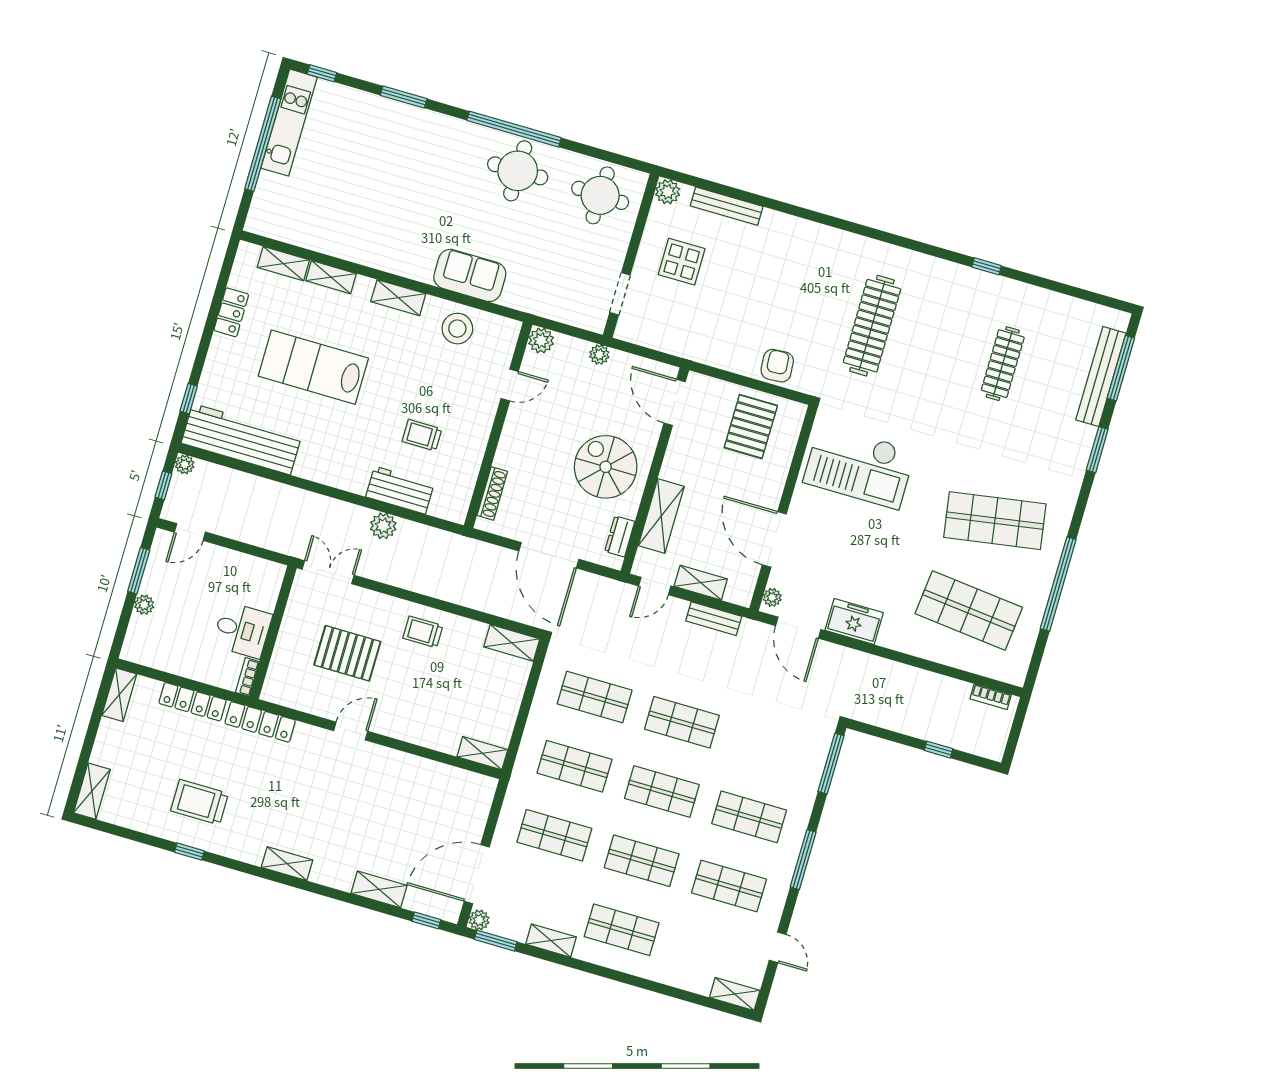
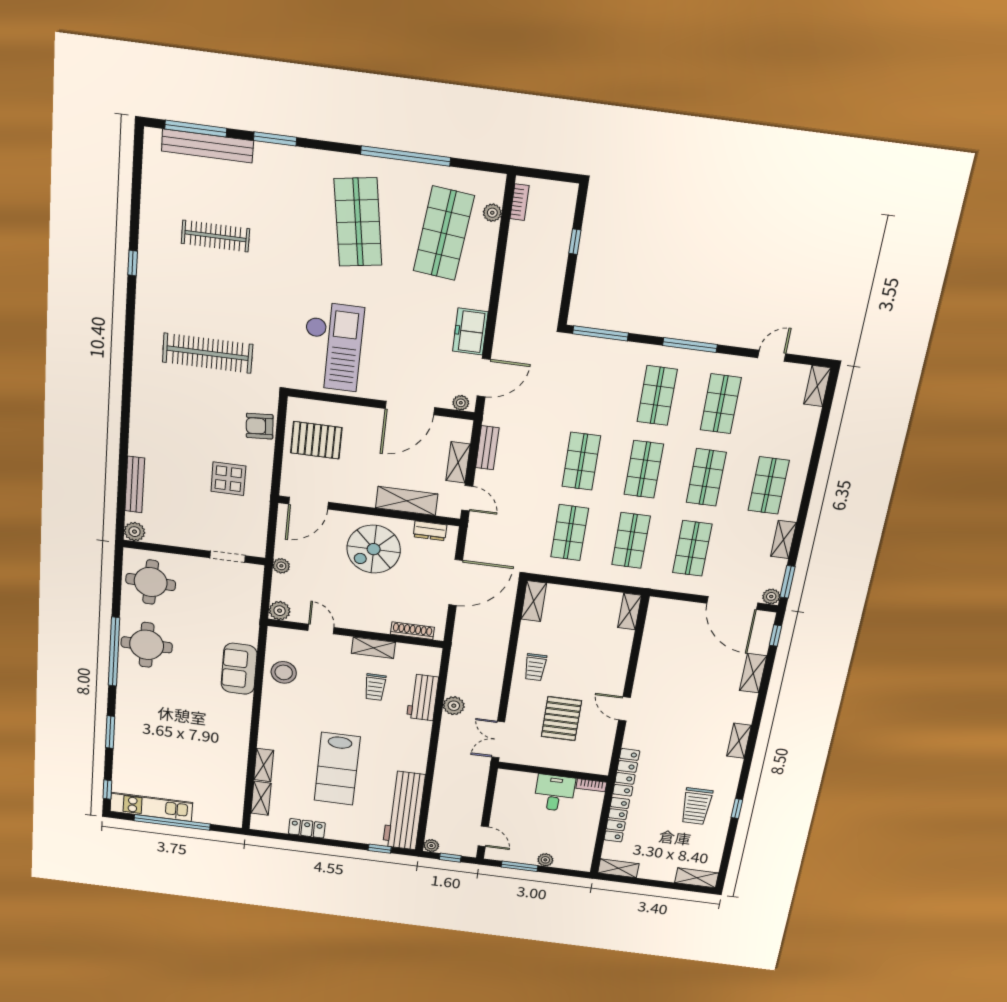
display table: (682, 262) -> (228, 479), moved
shelving: (398, 298) -> (373, 648), moved, turned 90
plant: (984, 666) -> (492, 213), added

